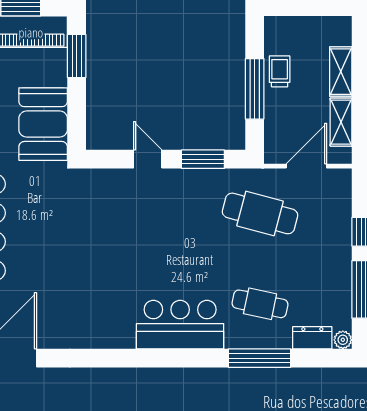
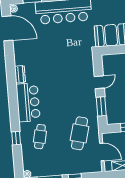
dresser: (312, 338) -> (20, 74), moved
window: (260, 358) -> (16, 138), width x0.46

